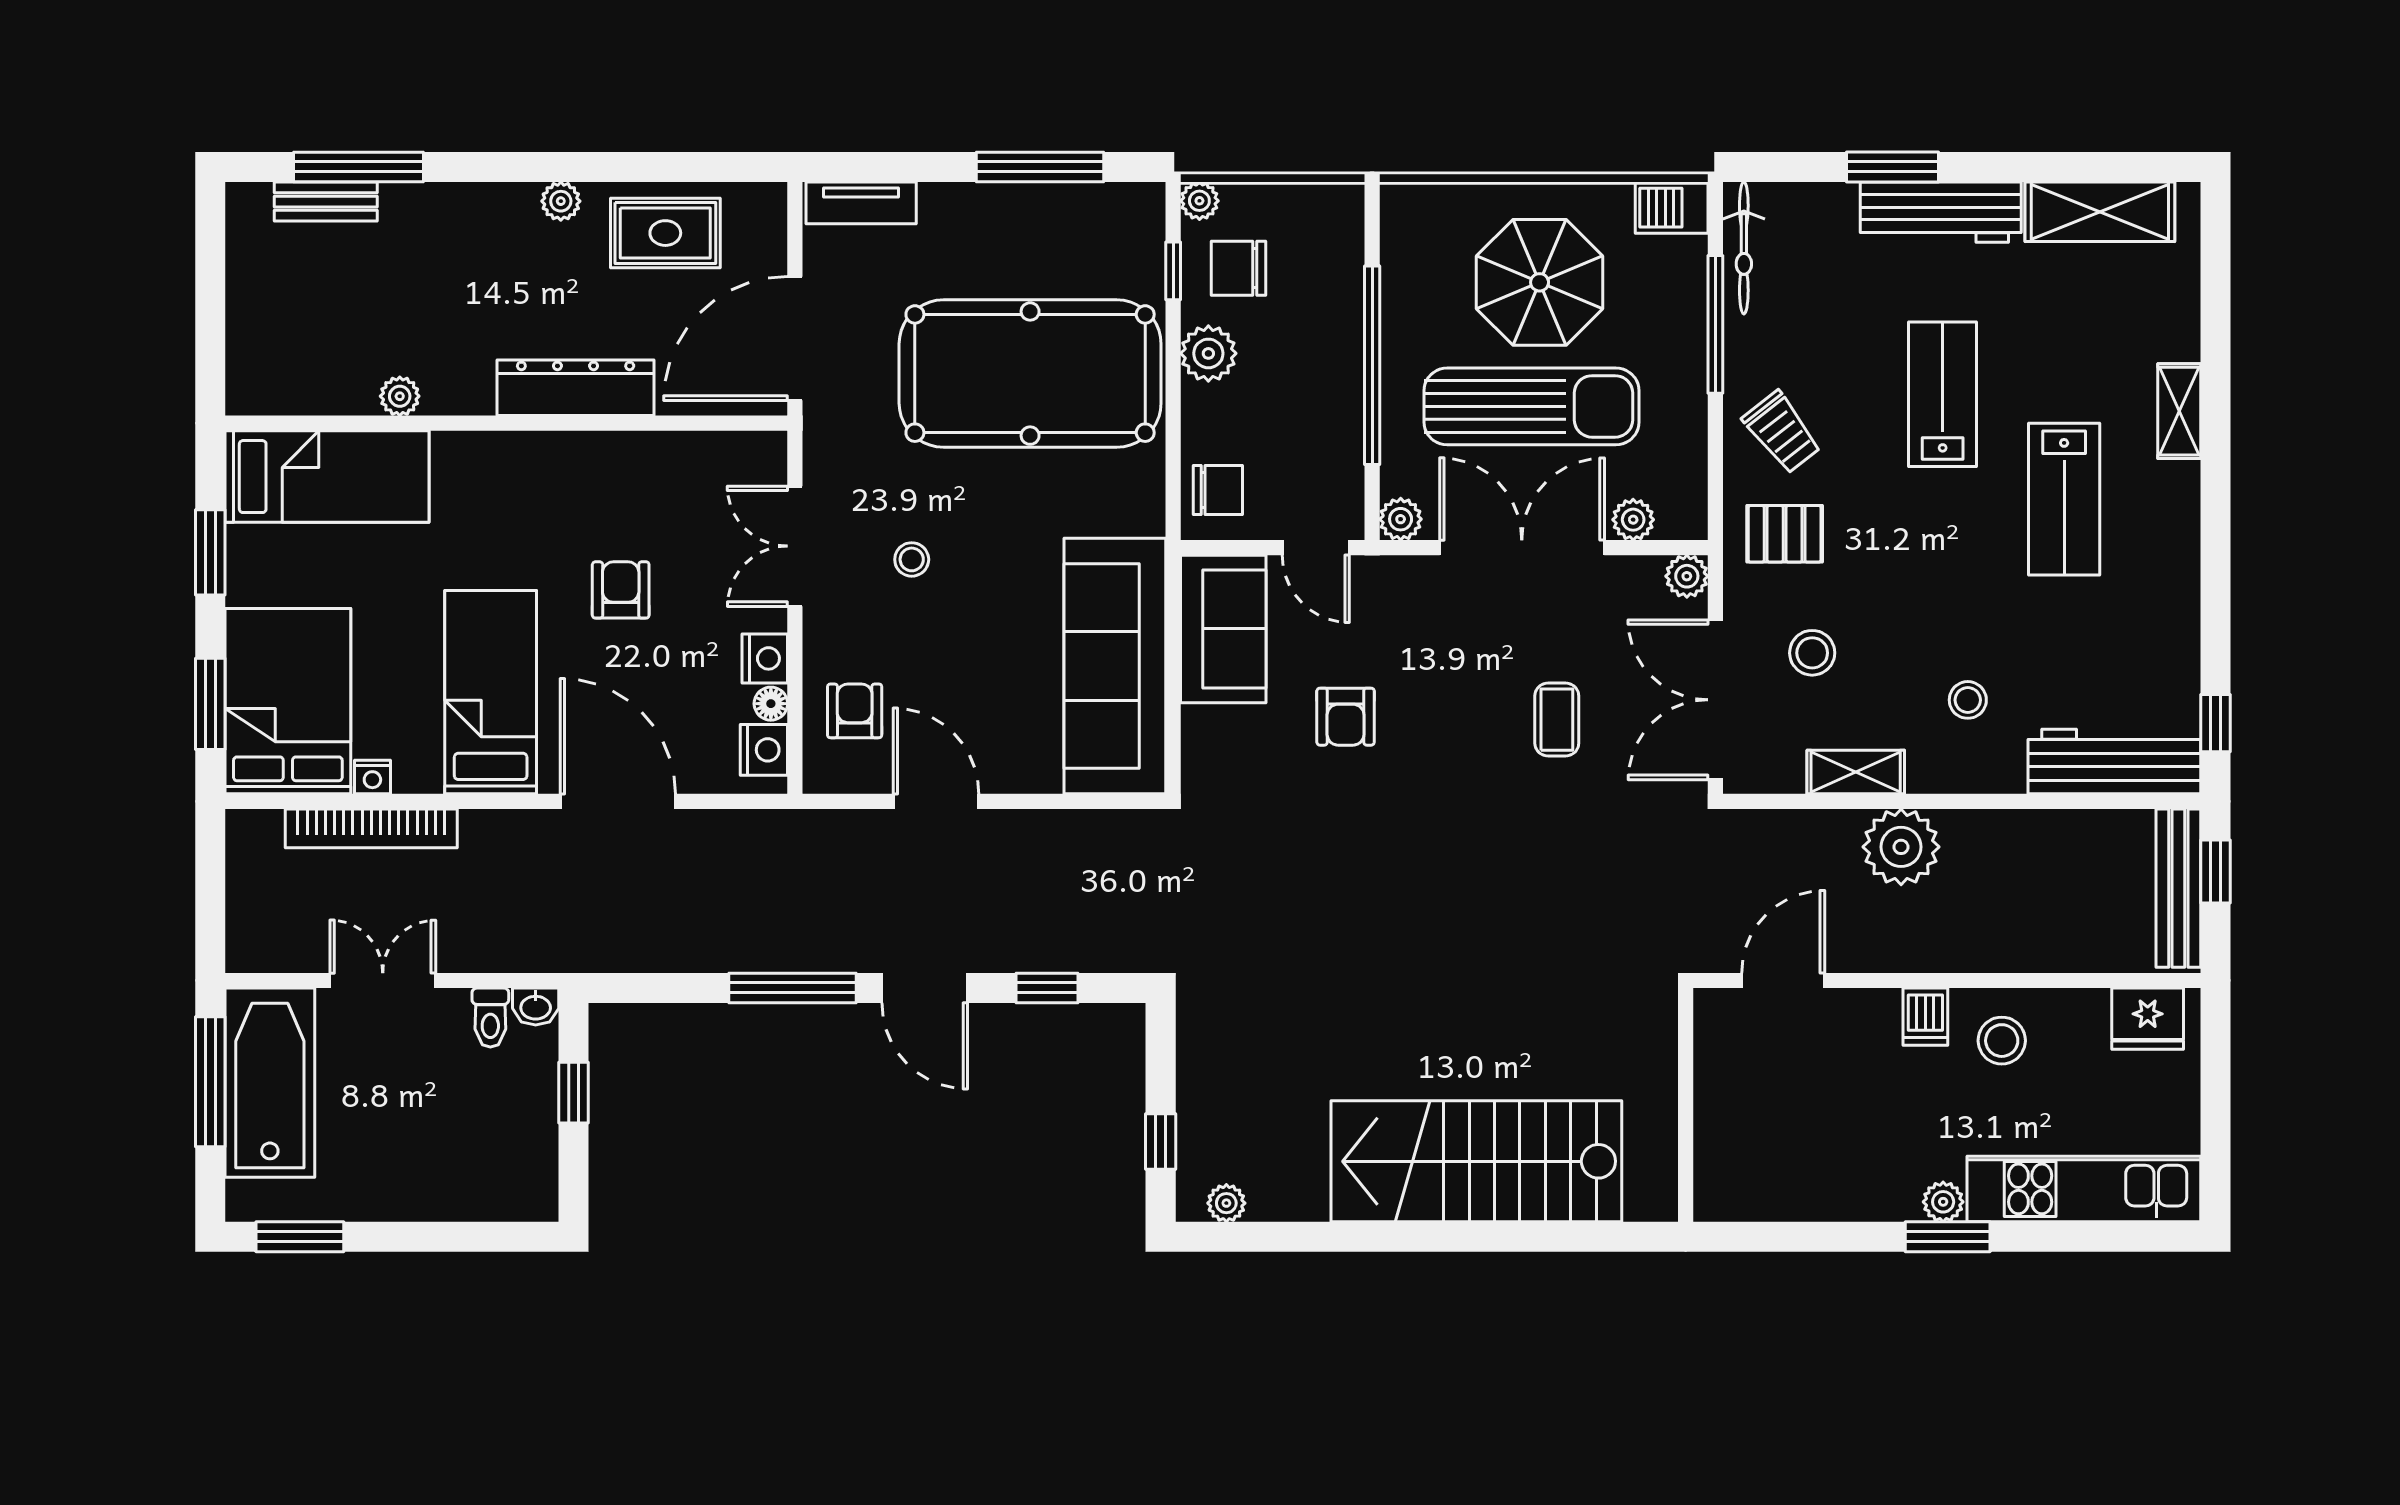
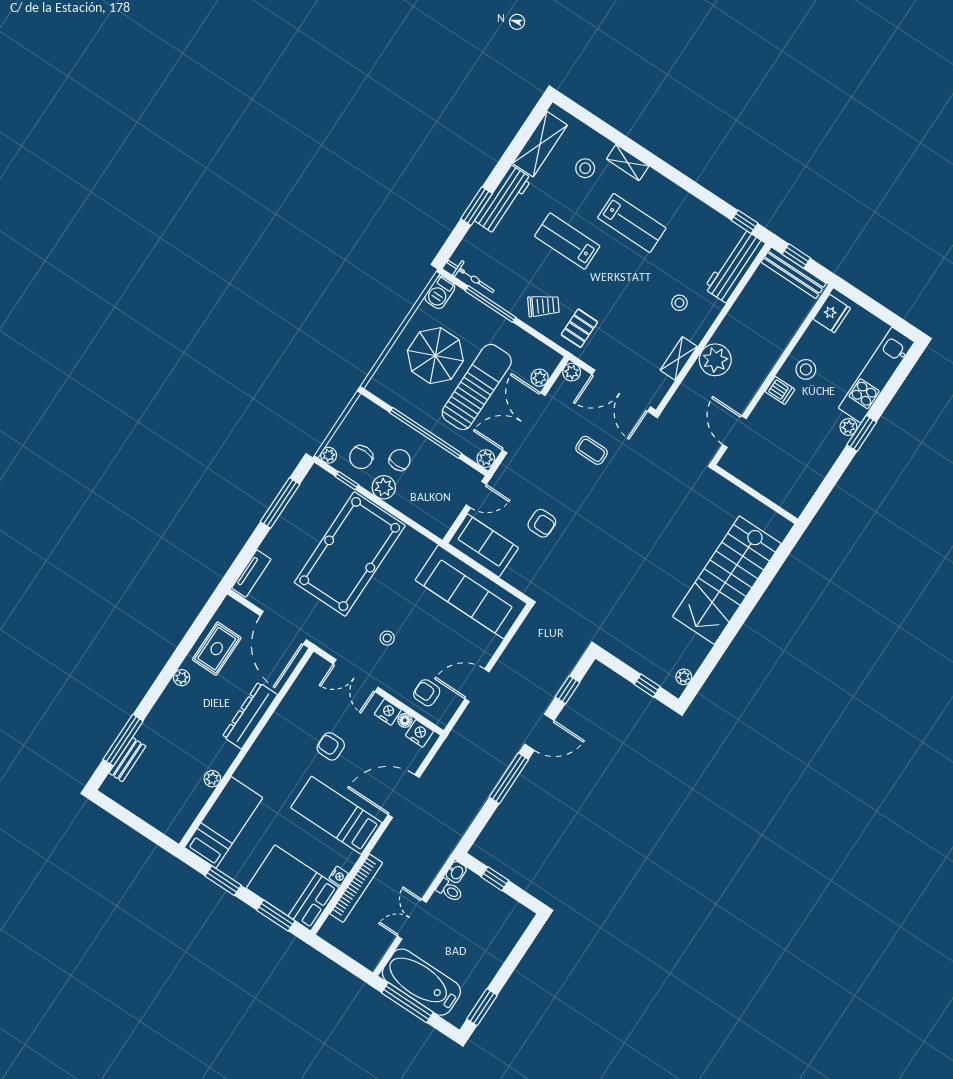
chair: (1218, 490) -> (400, 460), moved
stool: (1812, 653) -> (585, 168), moved

